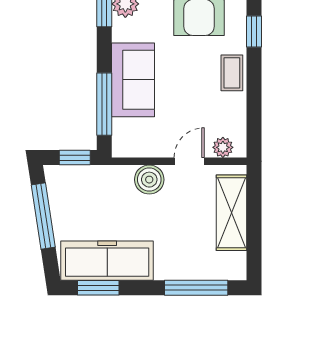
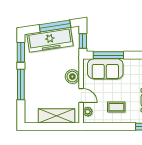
coffee table: (232, 73) -> (116, 107), moved
sofa: (133, 80) -> (105, 69), moved
freezer: (107, 261) -> (50, 40), moved, turned 81
window: (196, 288) -> (21, 84), moved

